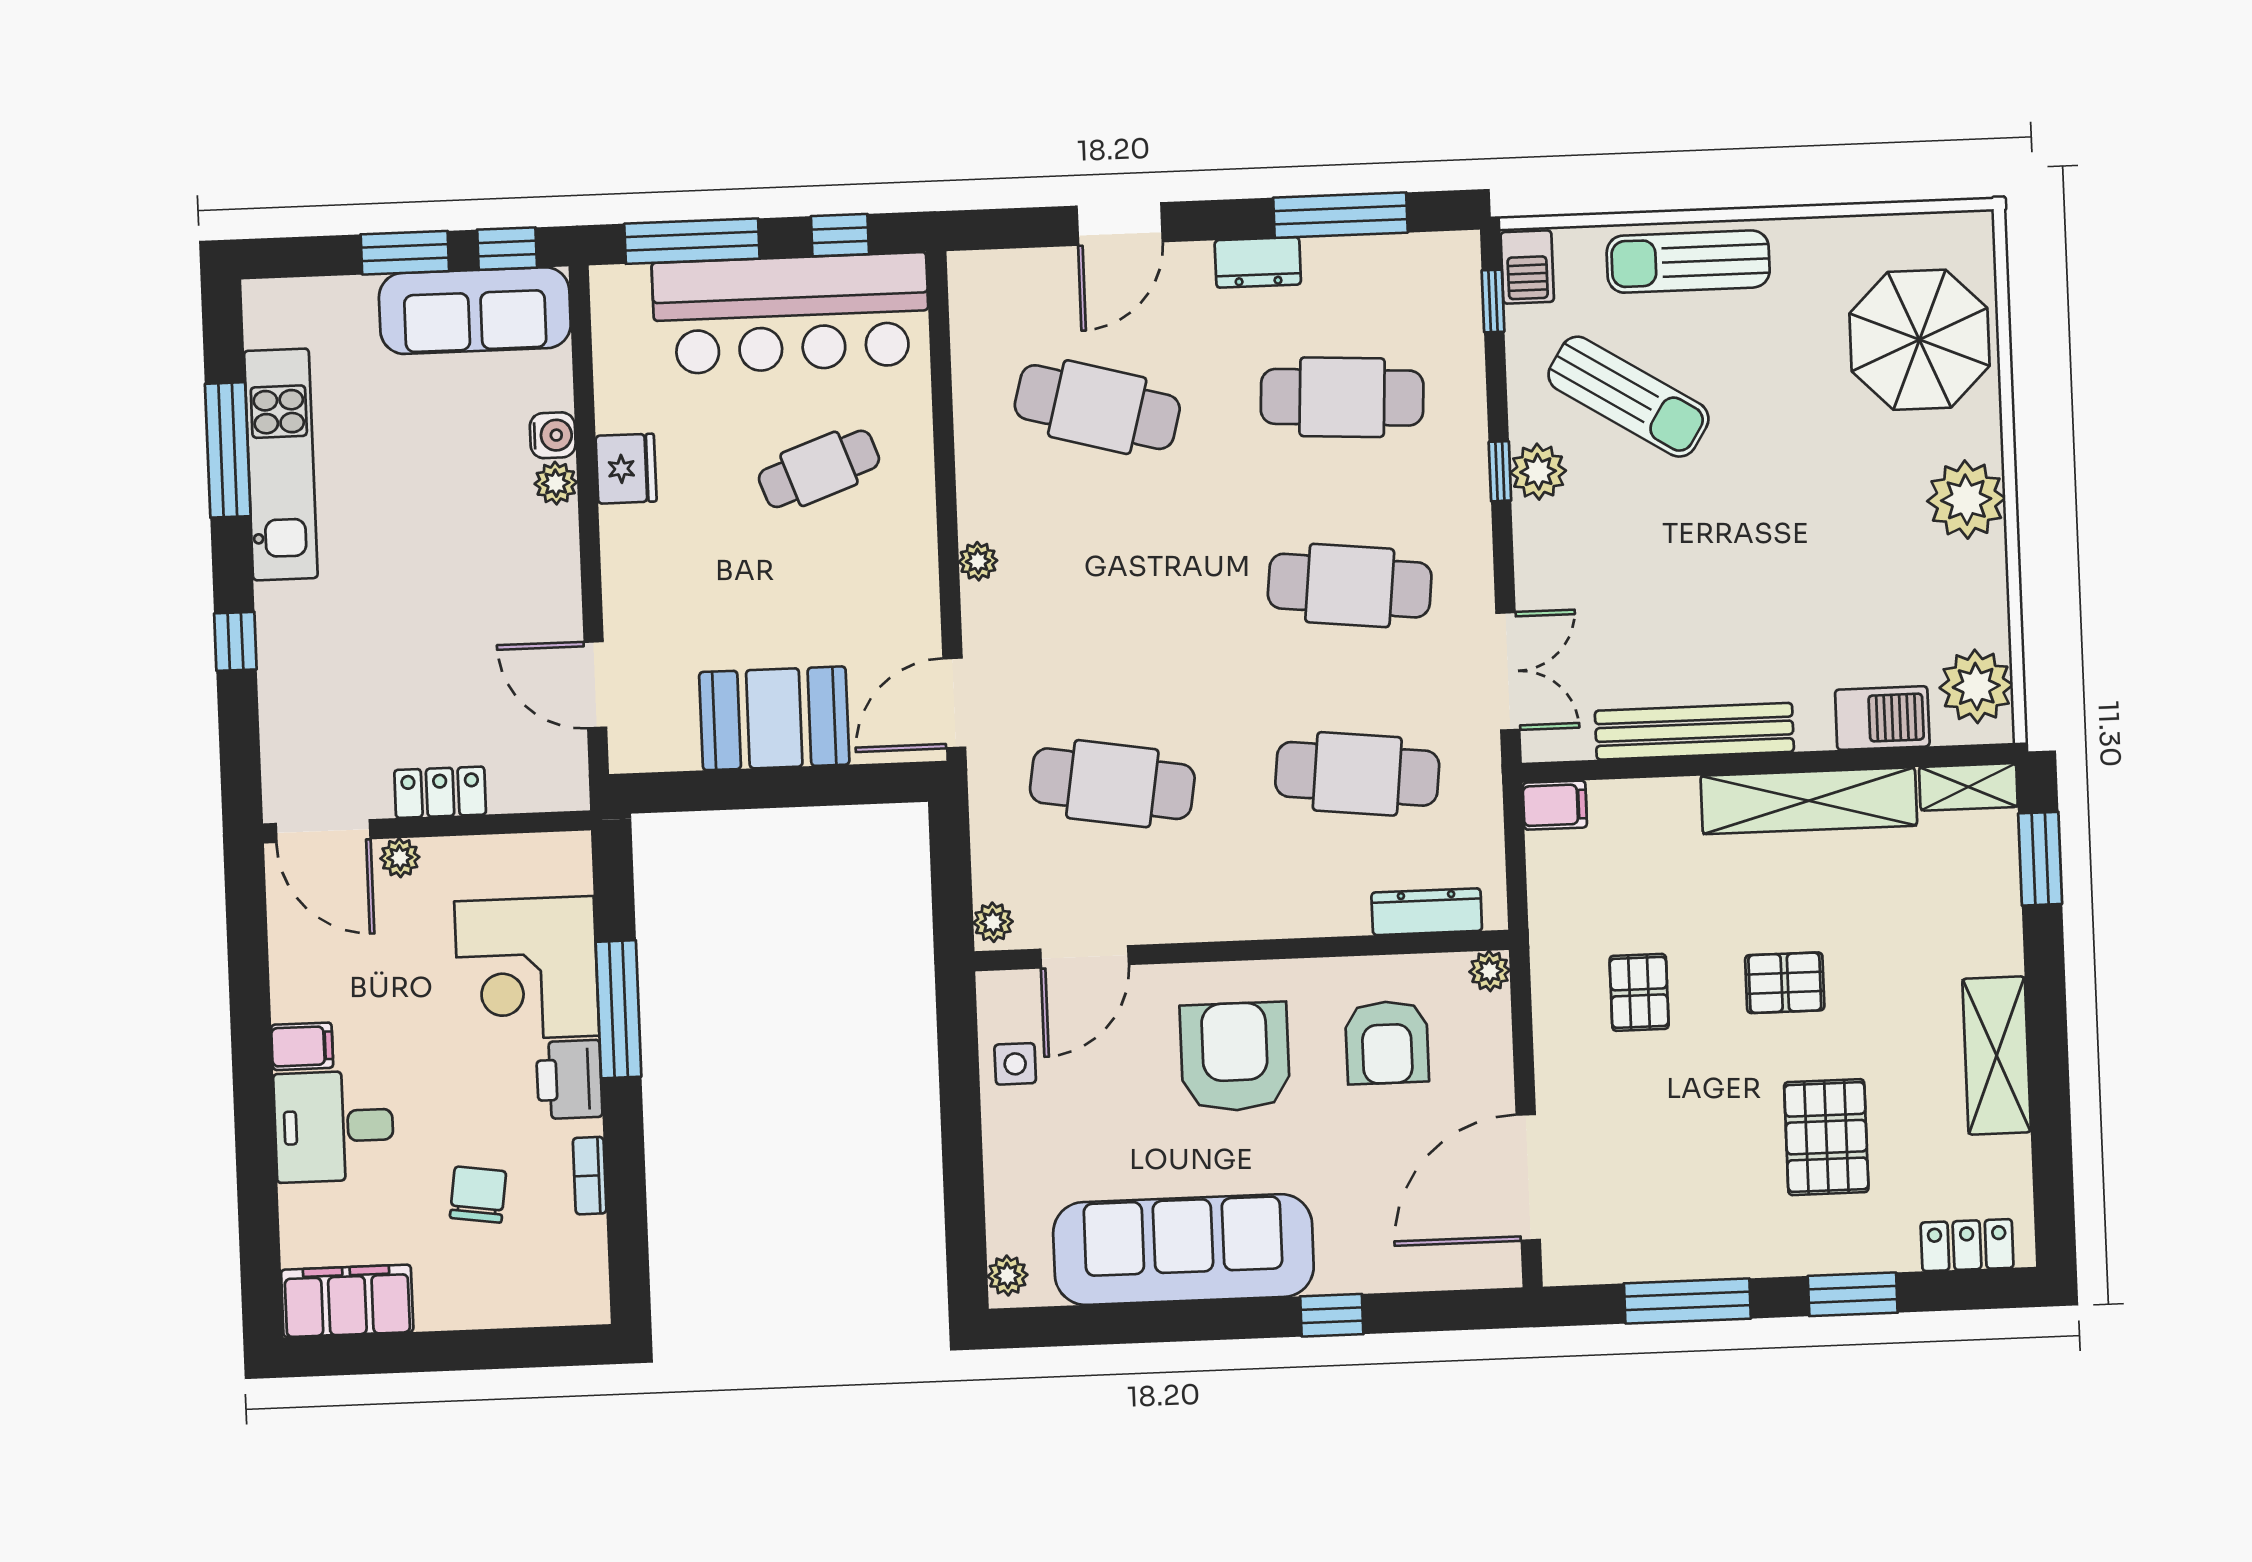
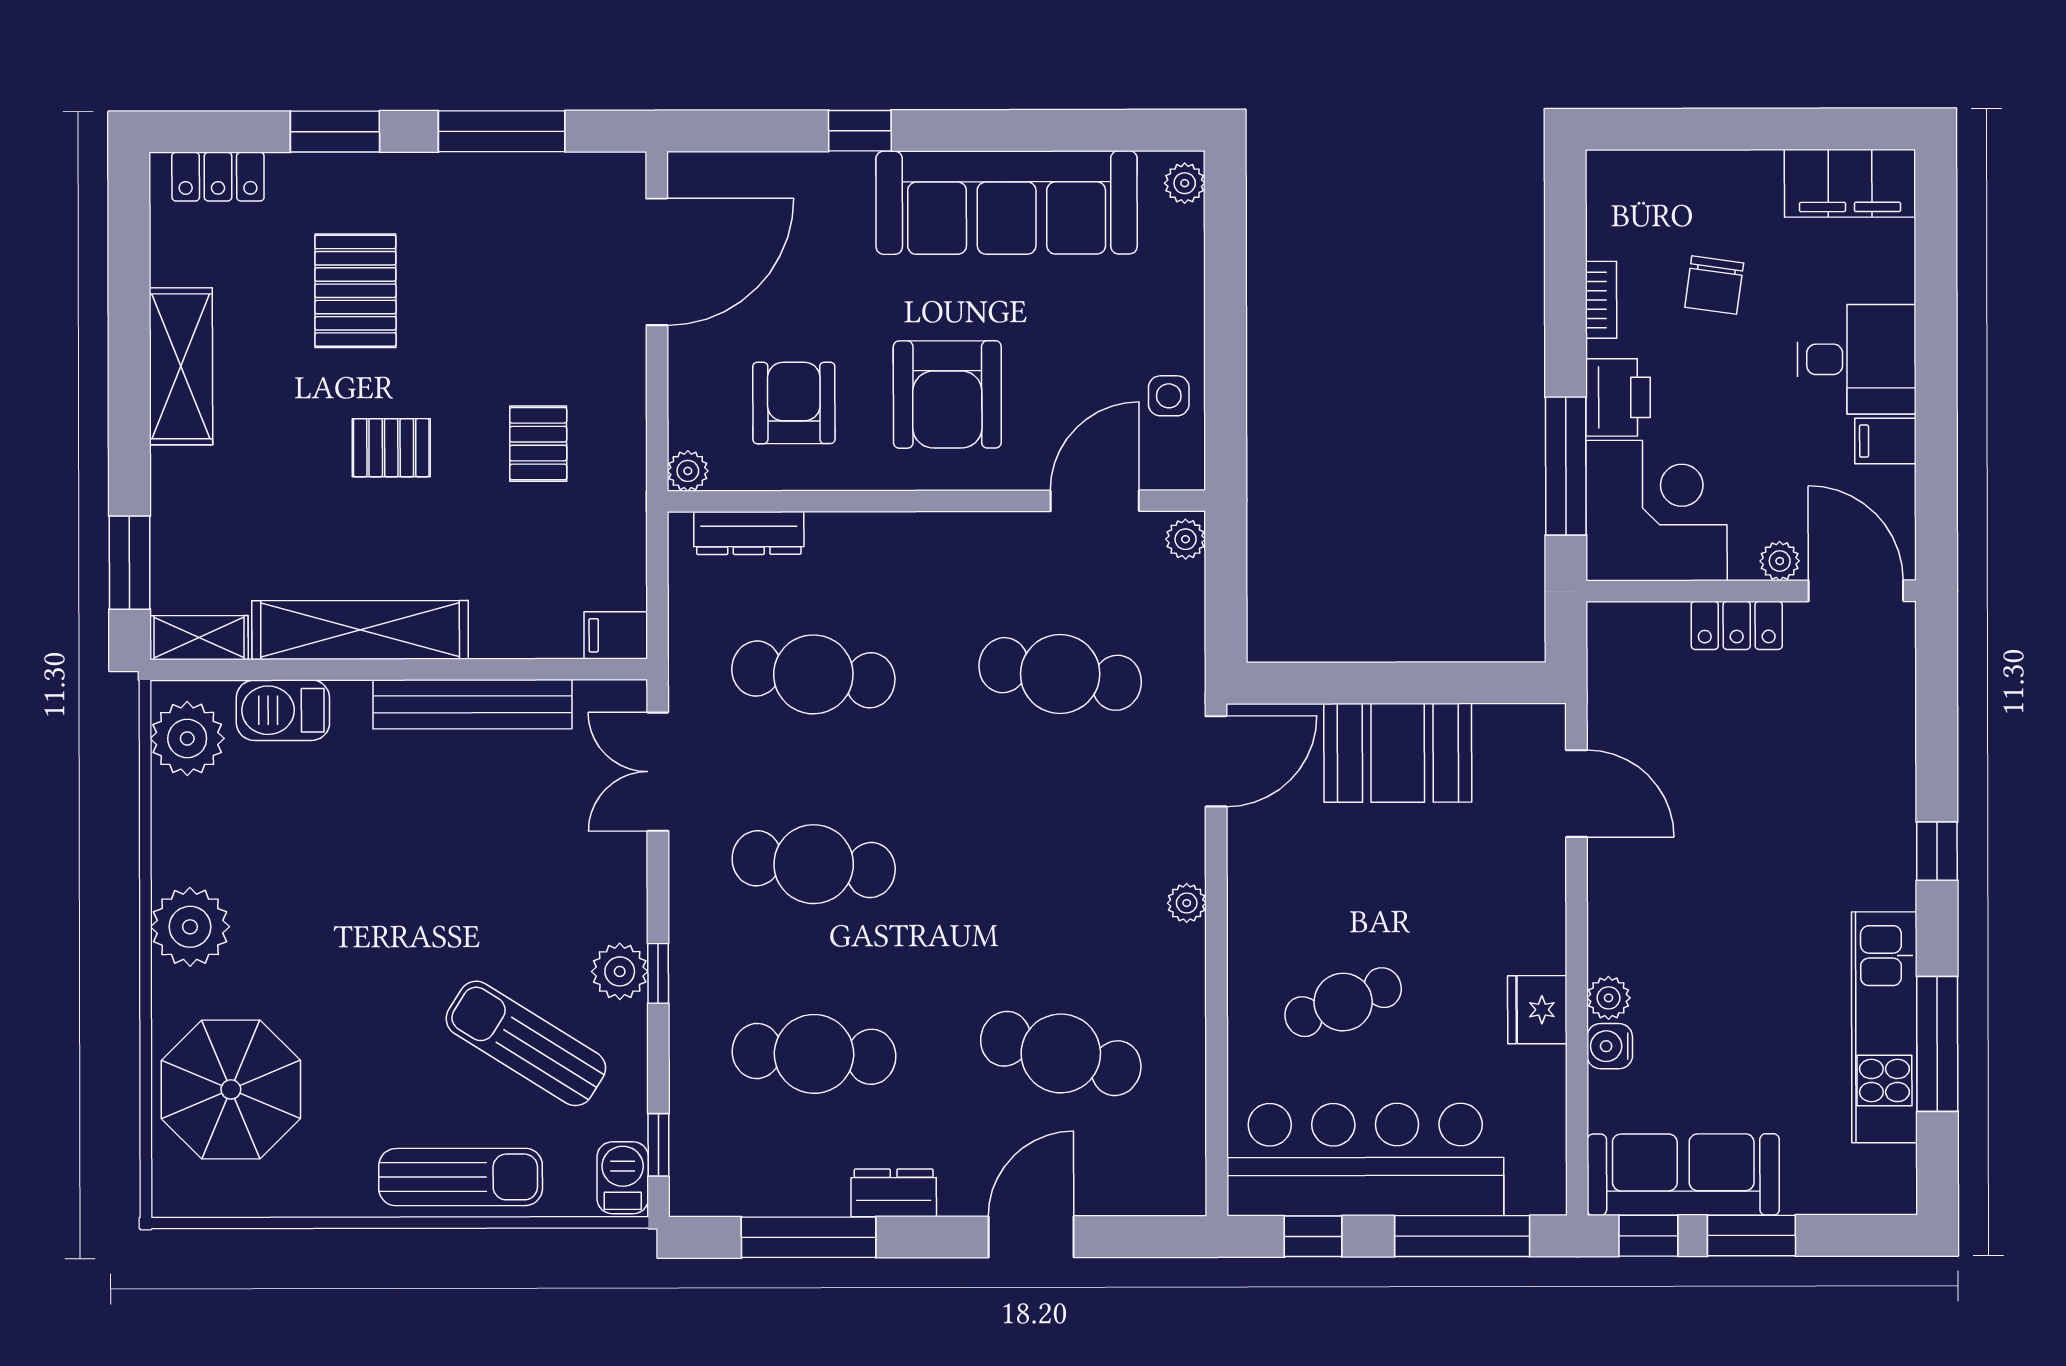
locker: (440, 792) -> (1737, 625), moved
wall: (427, 827) -> (1751, 591), moved
door: (323, 831) -> (1856, 591), moved
plant: (400, 858) -> (1780, 561), moved

